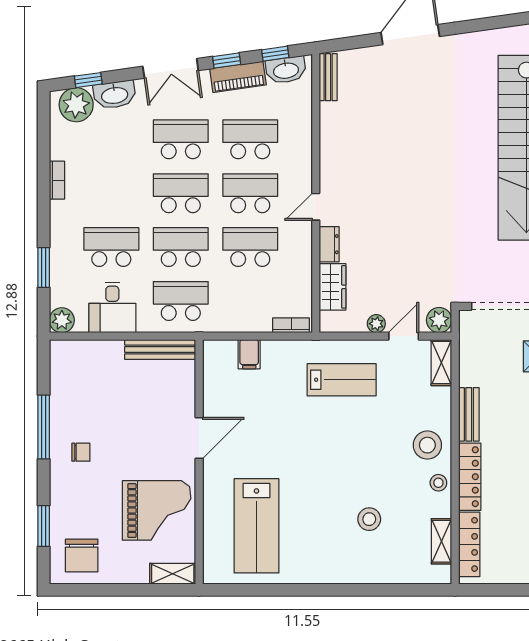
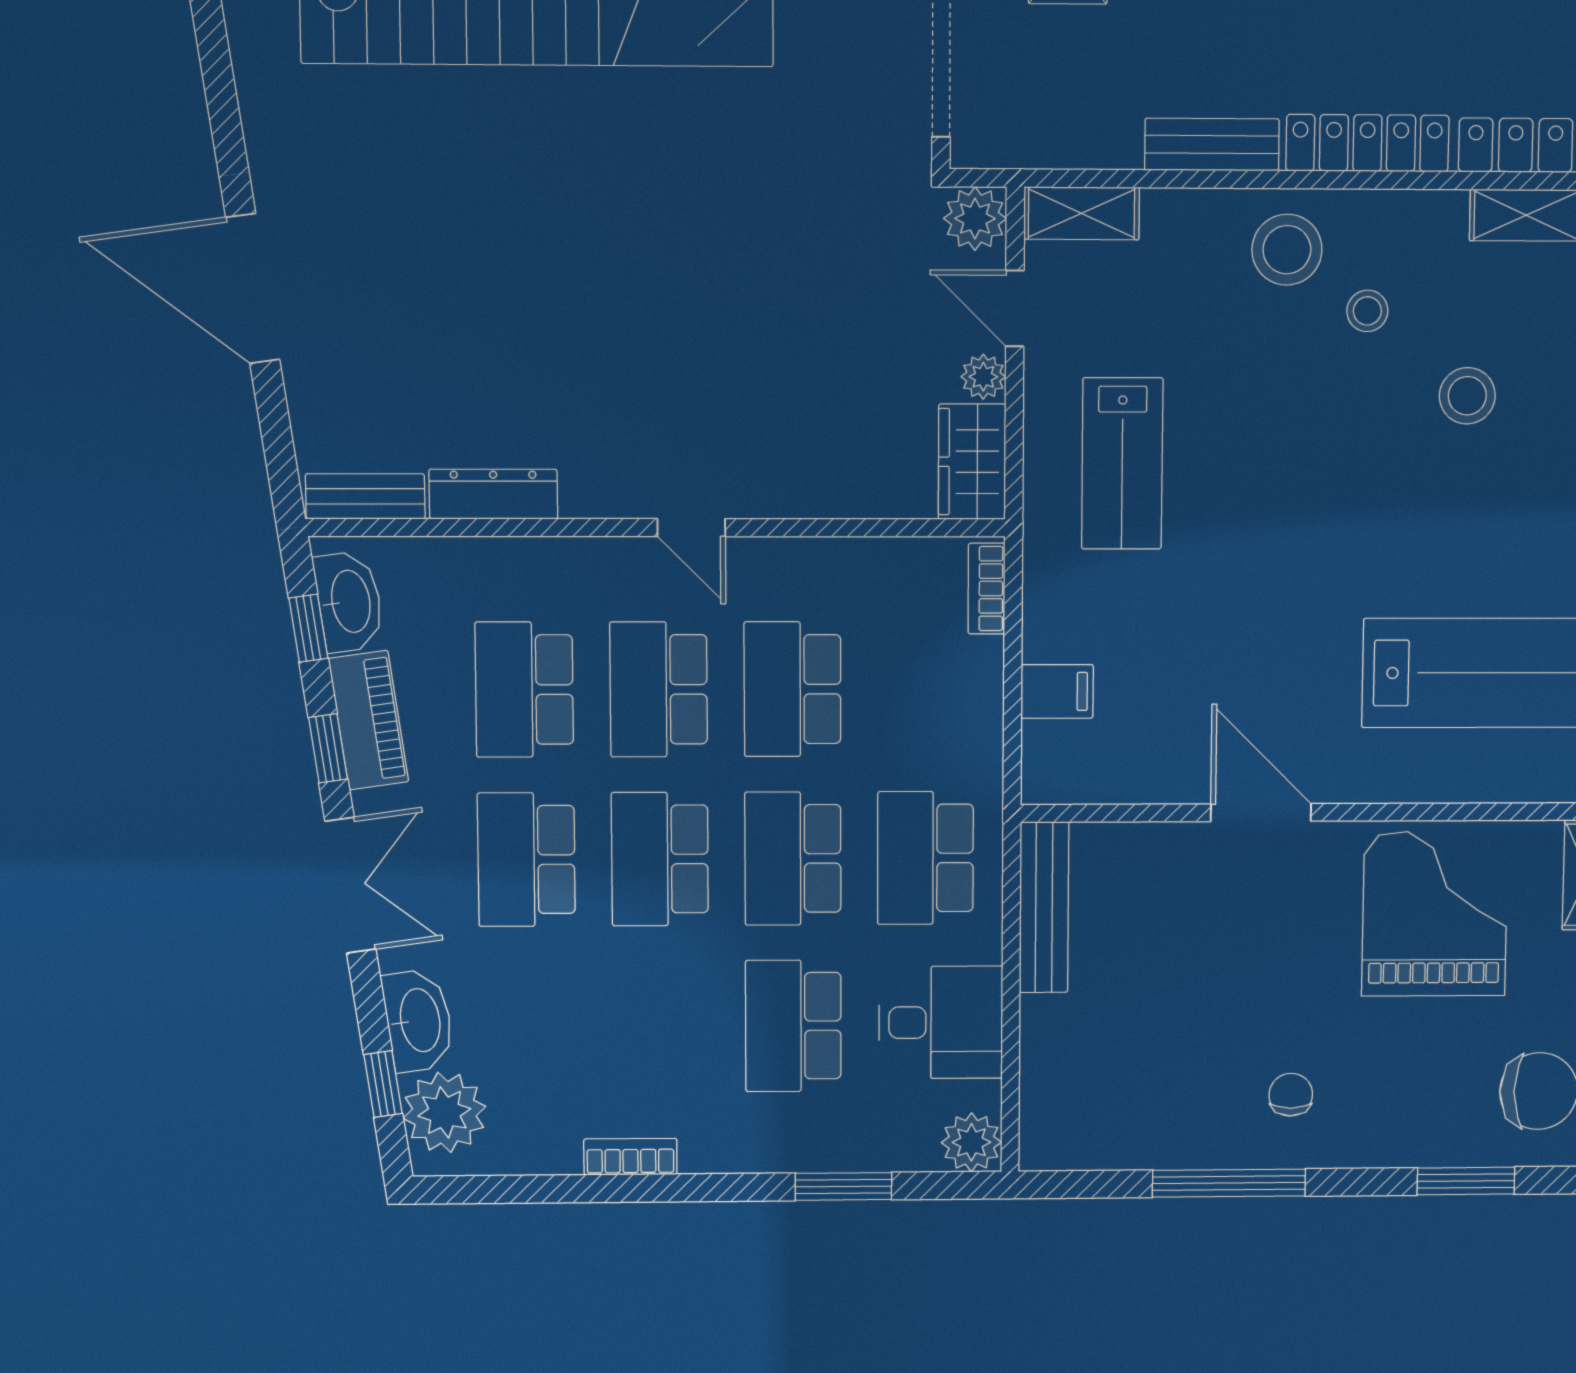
dresser: (329, 244) -> (493, 494), moved, width x1.44
wardrobe: (333, 287) -> (972, 462), moved, turned -90
lab bench: (342, 380) -> (1122, 464), turned 180
stool: (438, 483) -> (1367, 311), moved

